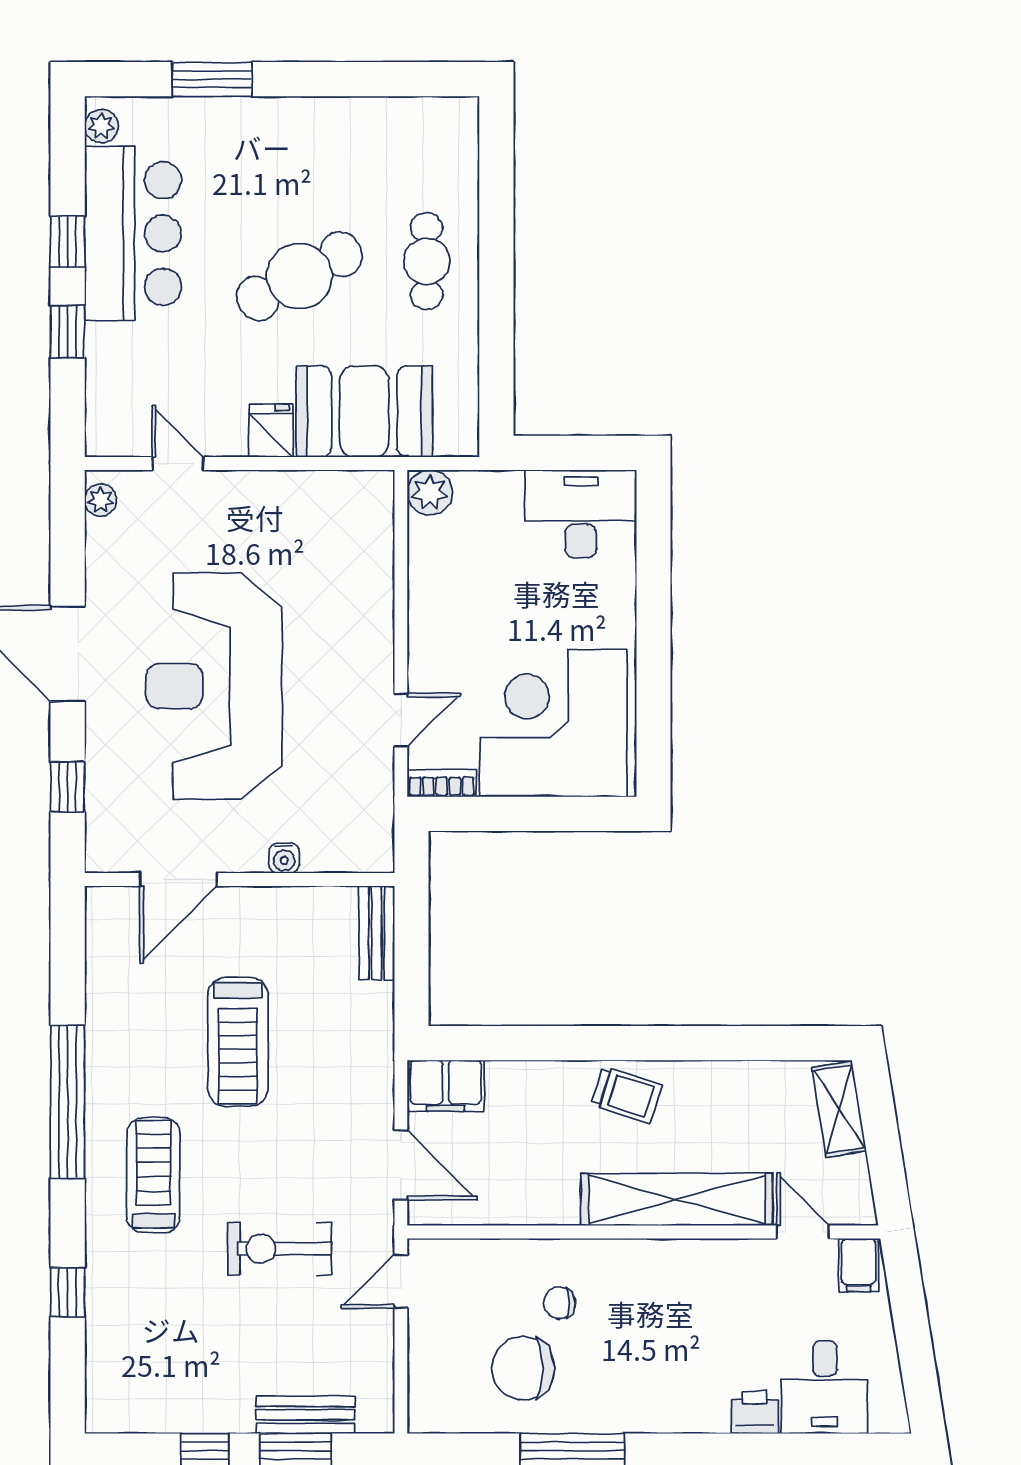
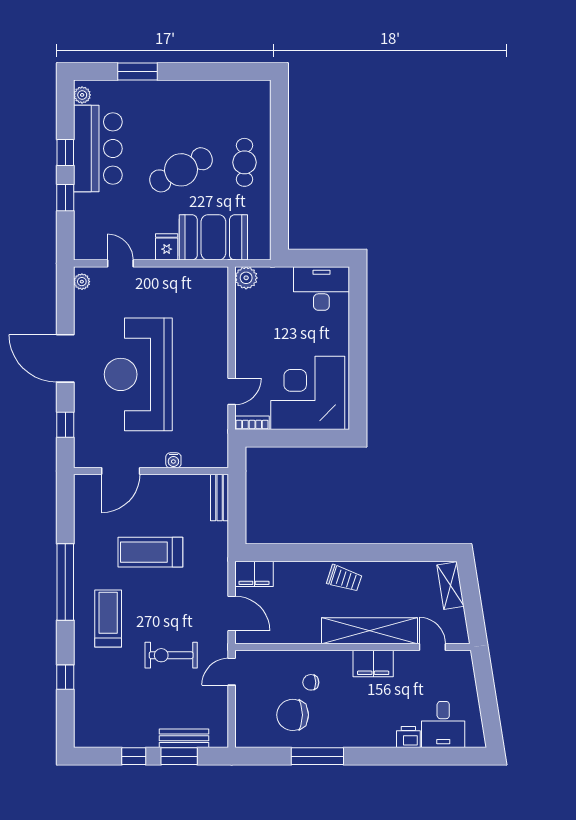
treadmill: (238, 1042) -> (150, 552), turned 90
filing cabinet: (859, 1265) -> (373, 664), moved, width x2.00

